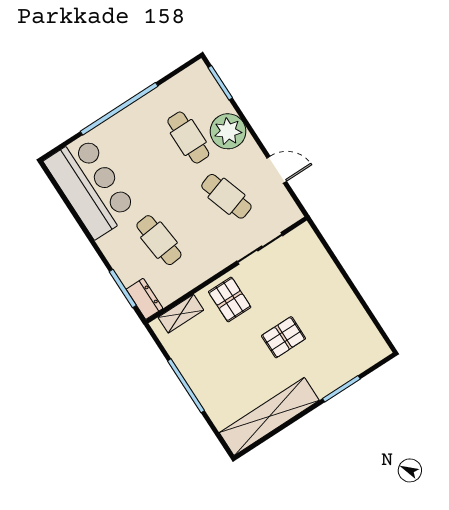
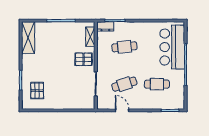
plant: (228, 131) -> (149, 101), removed
door: (277, 170) -> (122, 110), swing flipped
bar counter: (91, 186) -> (172, 47), moved, turned 90
pallet: (284, 337) -> (37, 91), moved
shelving: (269, 416) -> (28, 38), width x0.68

